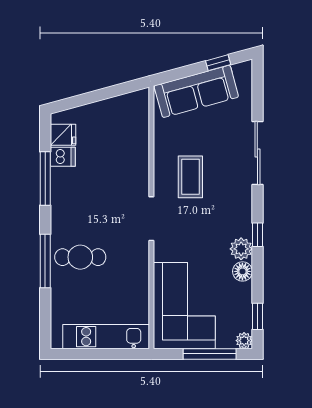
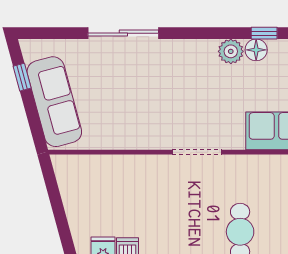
coffee table: (190, 177) -> (150, 108), removed
window: (257, 235) -> (264, 33), moved

